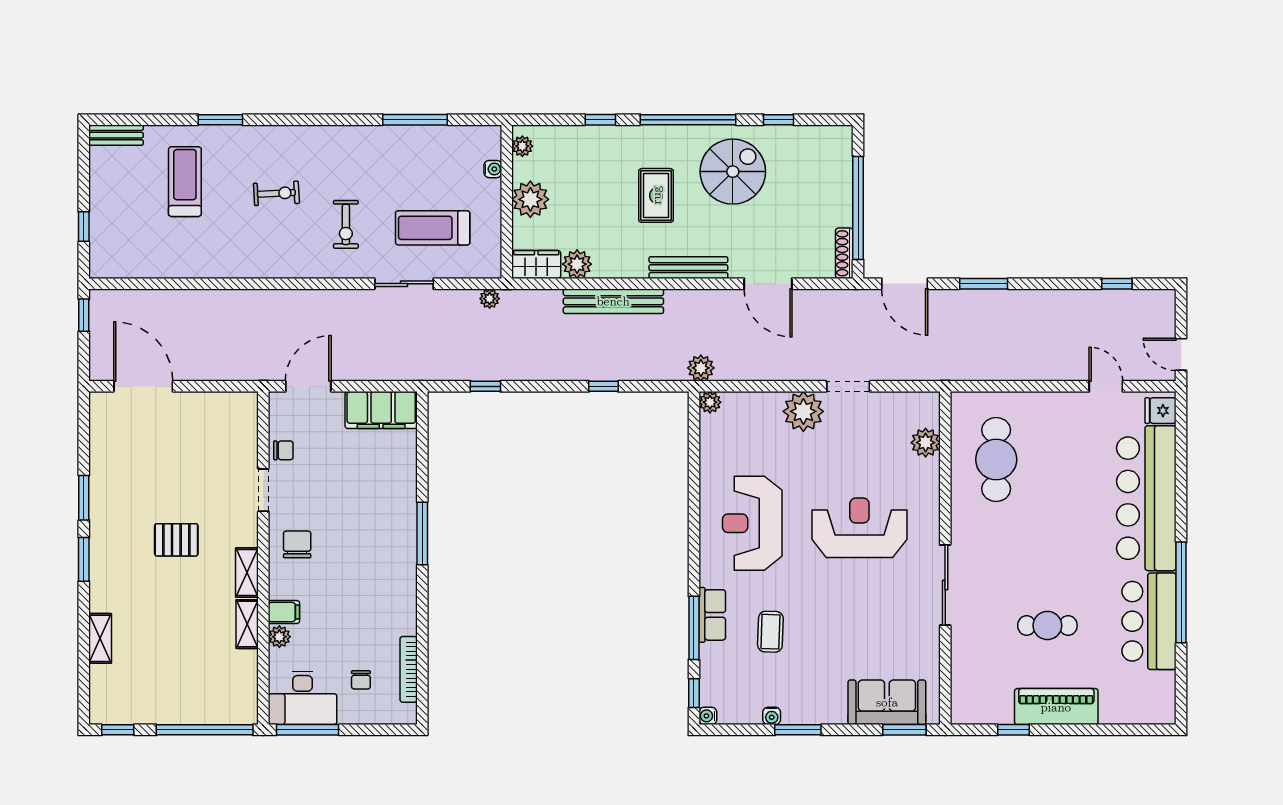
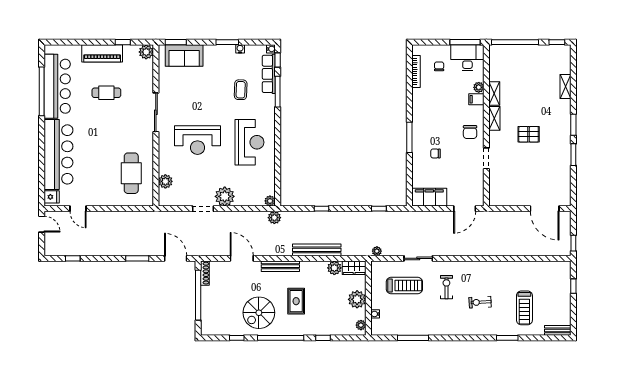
chair: (283, 450) -> (436, 153), moved
window: (1181, 592) -> (42, 91), moved
row of seats: (712, 615) -> (269, 74), moved, width x1.48
bar counter: (1149, 621) -> (57, 86), width x1.36
plant: (965, 710) -> (146, 52), added

